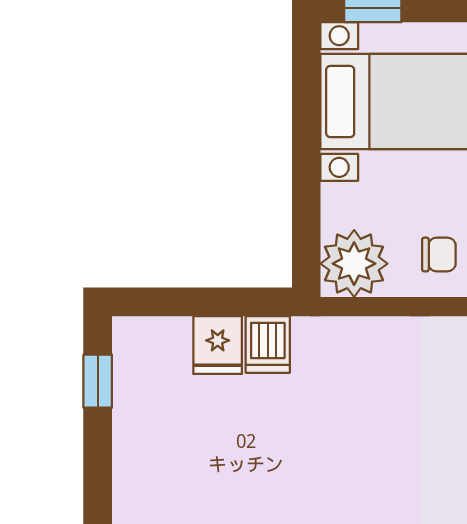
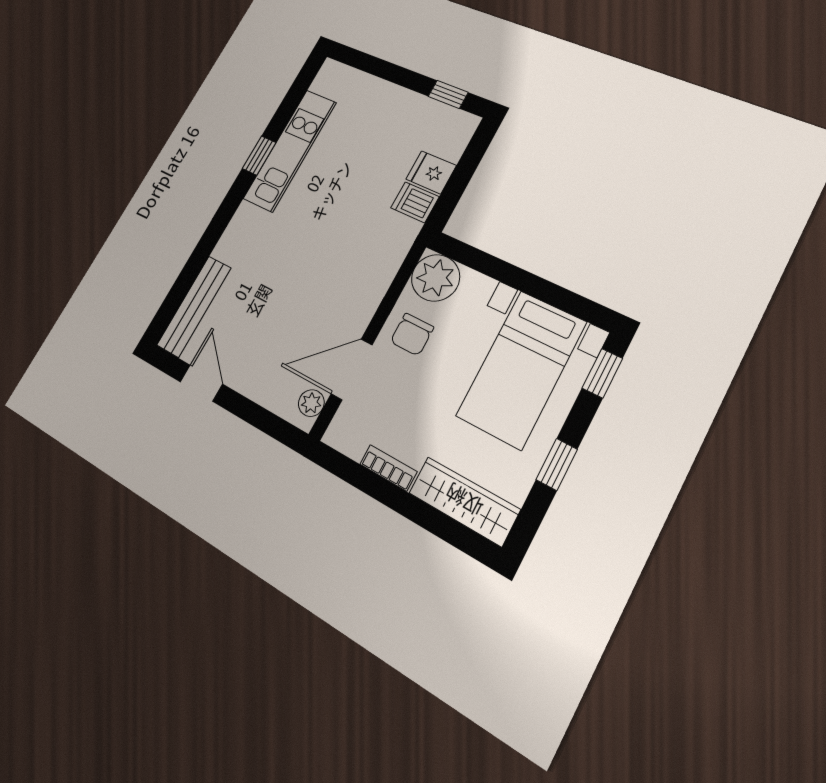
chair: (439, 255) -> (412, 334), width x1.37, depth x1.37

